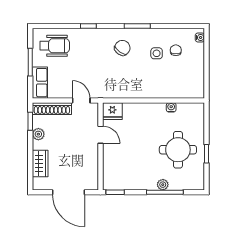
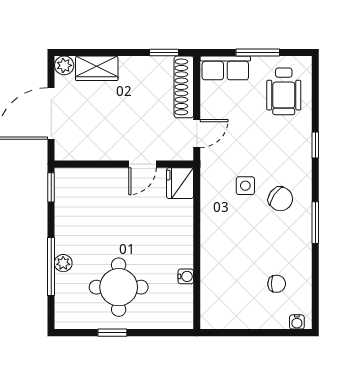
side table: (157, 53) -> (245, 186), moved
plant: (38, 134) -> (64, 65), moved

